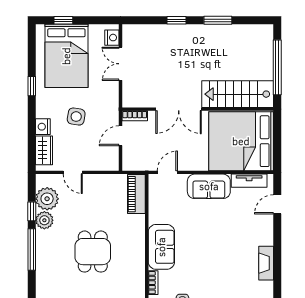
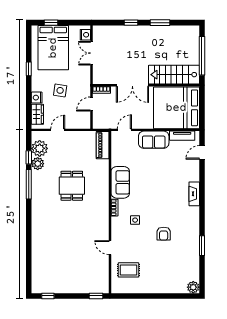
door: (73, 172) -> (58, 130), swing flipped

